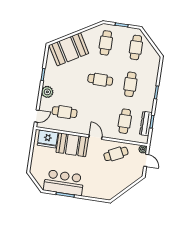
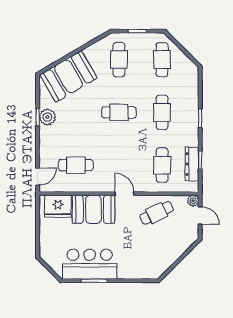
plant: (47, 92) -> (47, 117), moved

